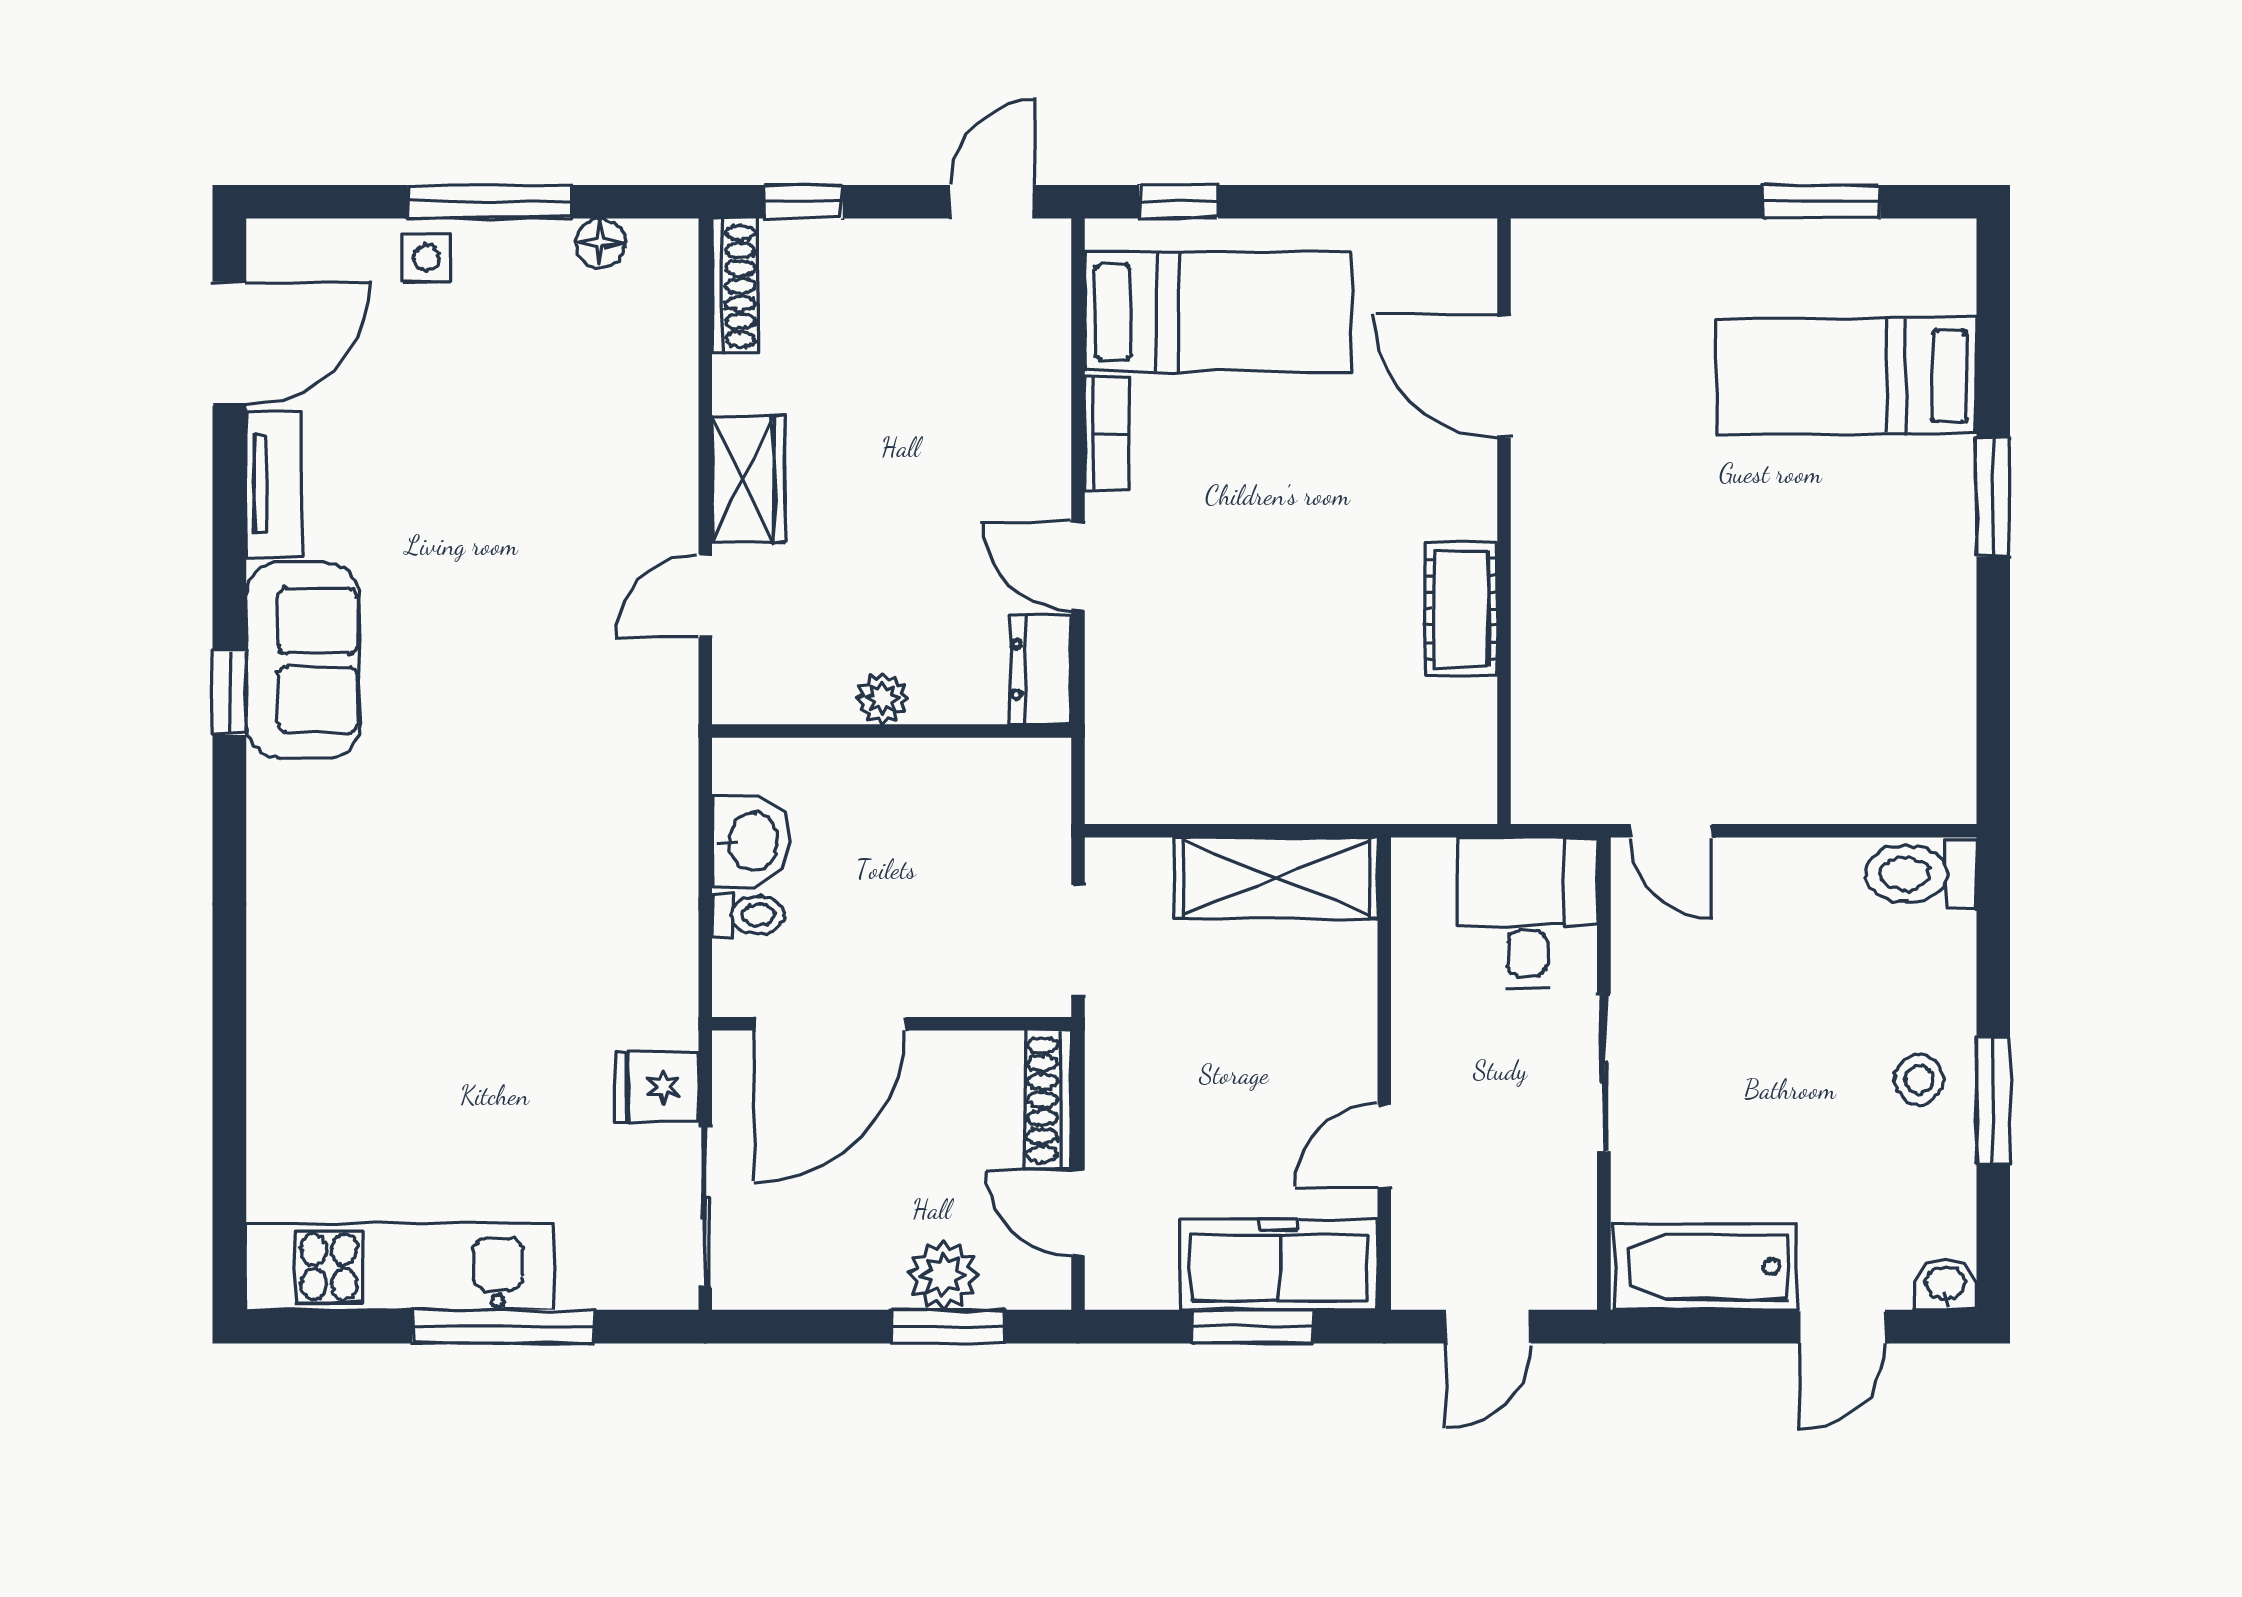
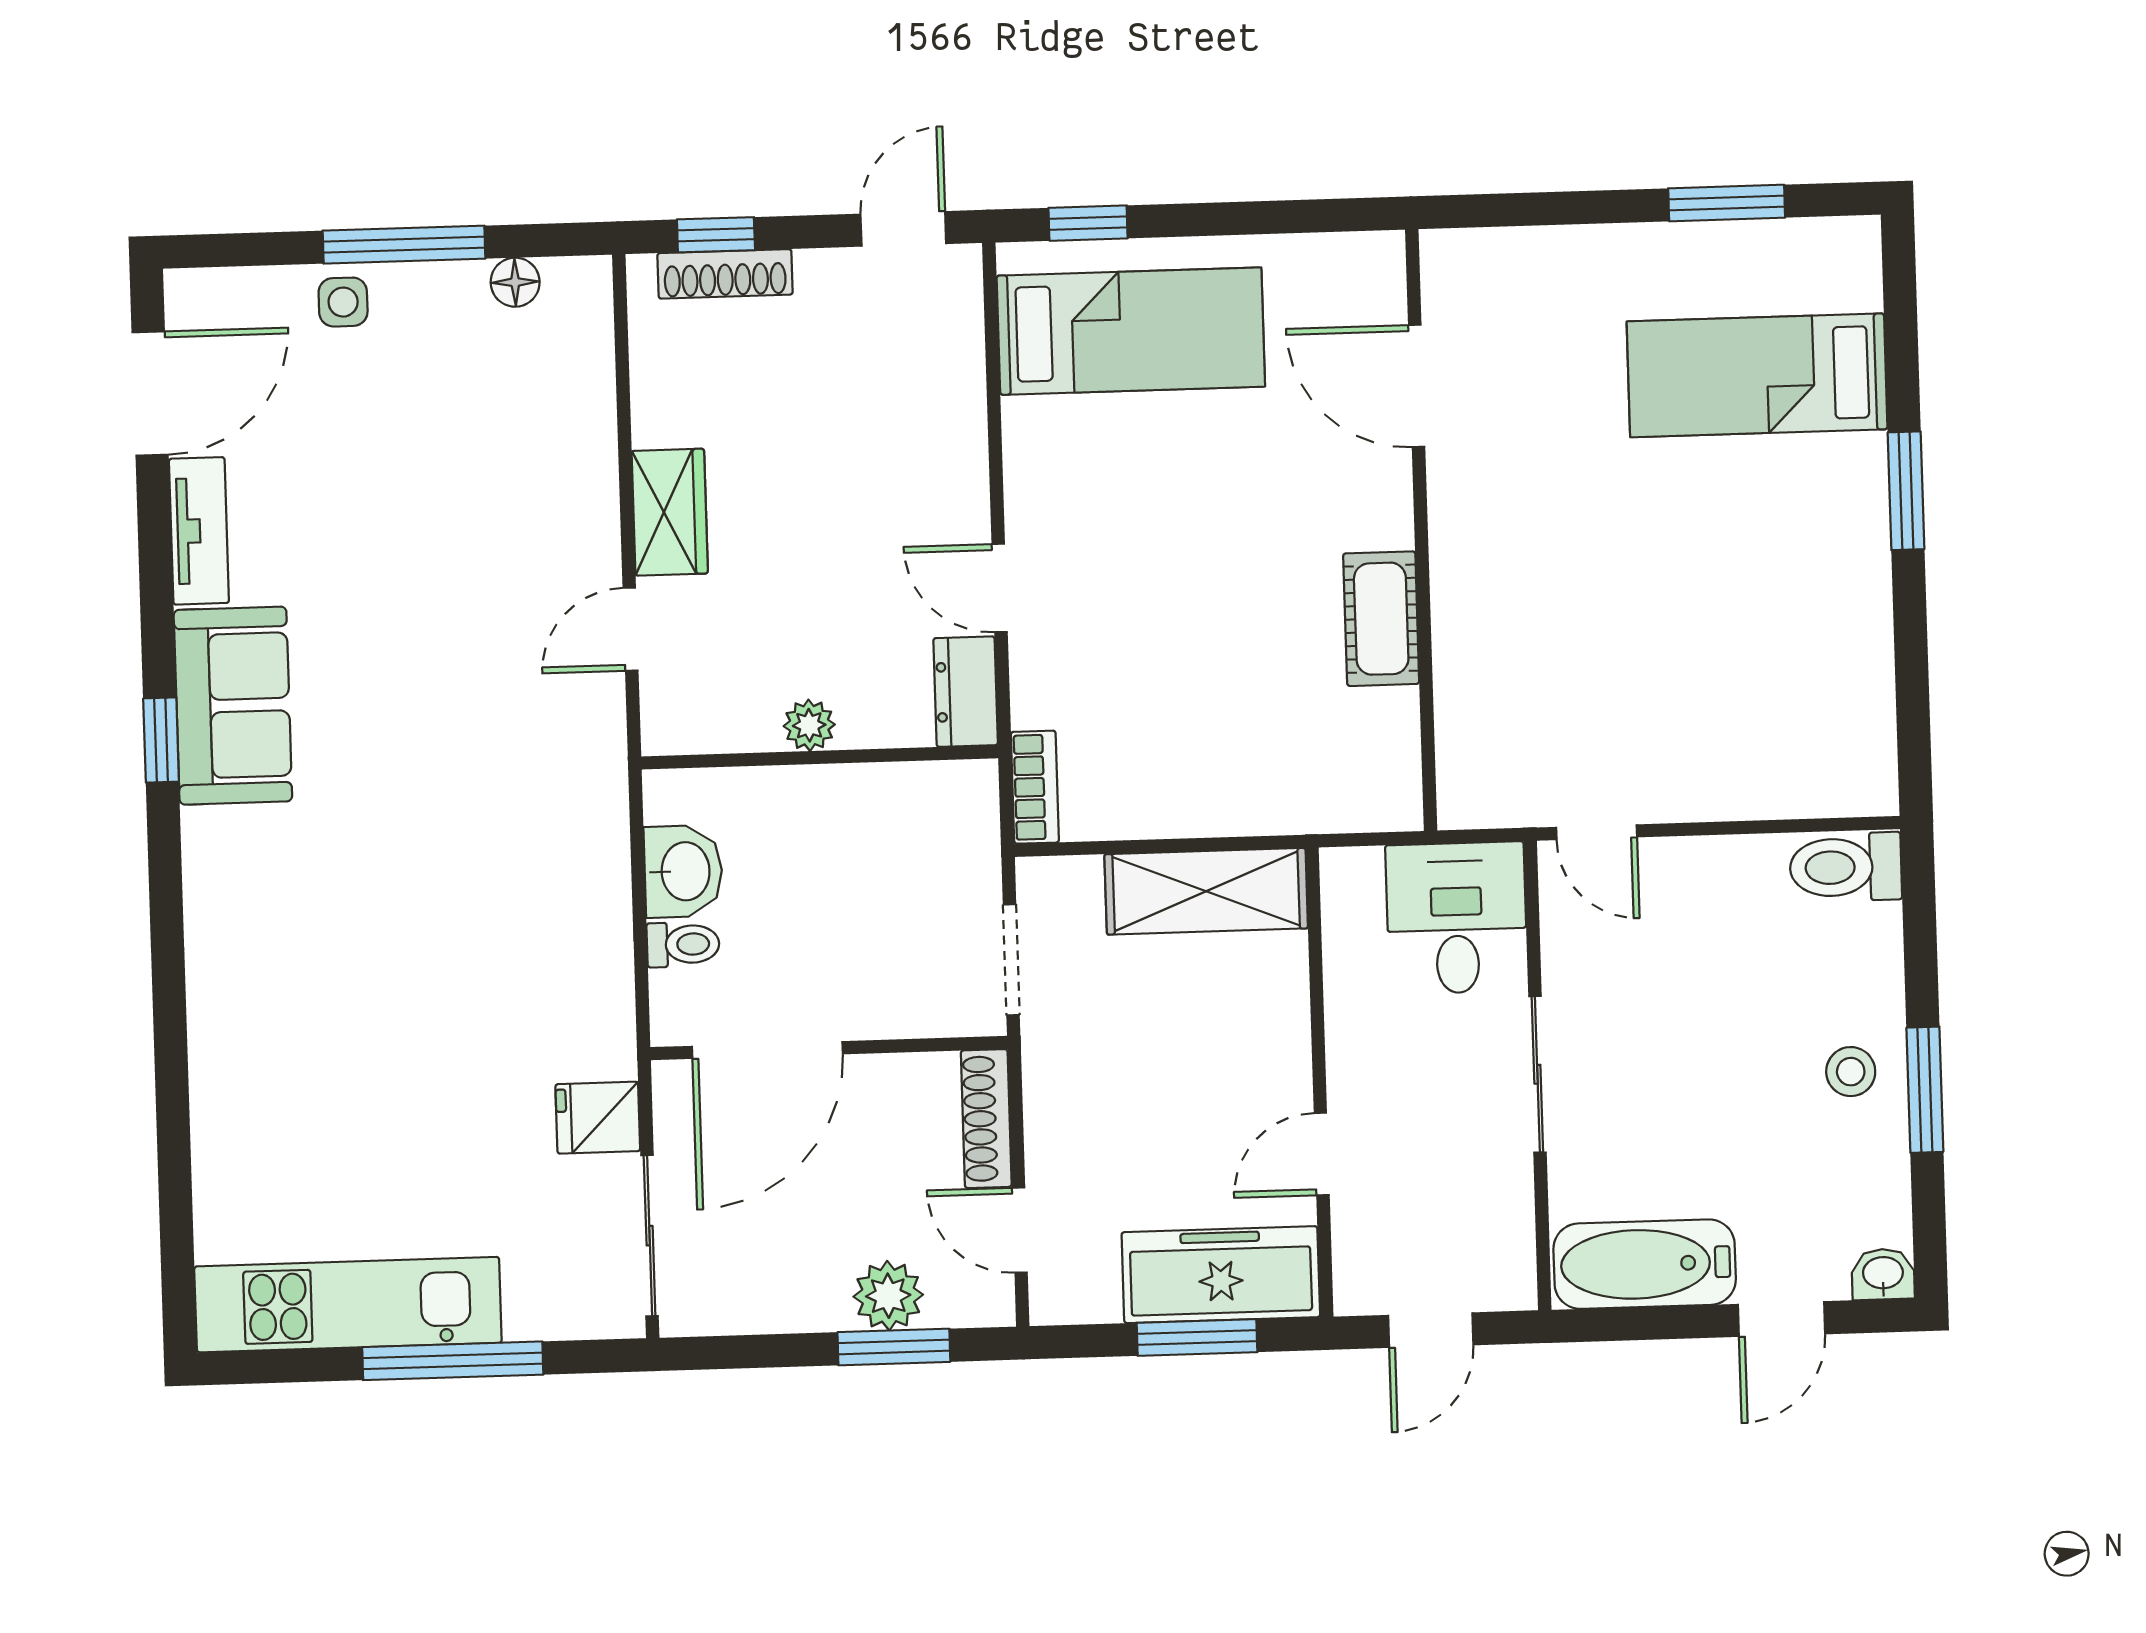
shoe rack: (735, 286) -> (725, 274), moved, turned 90
bookcase: (1107, 434) -> (1035, 787), moved

